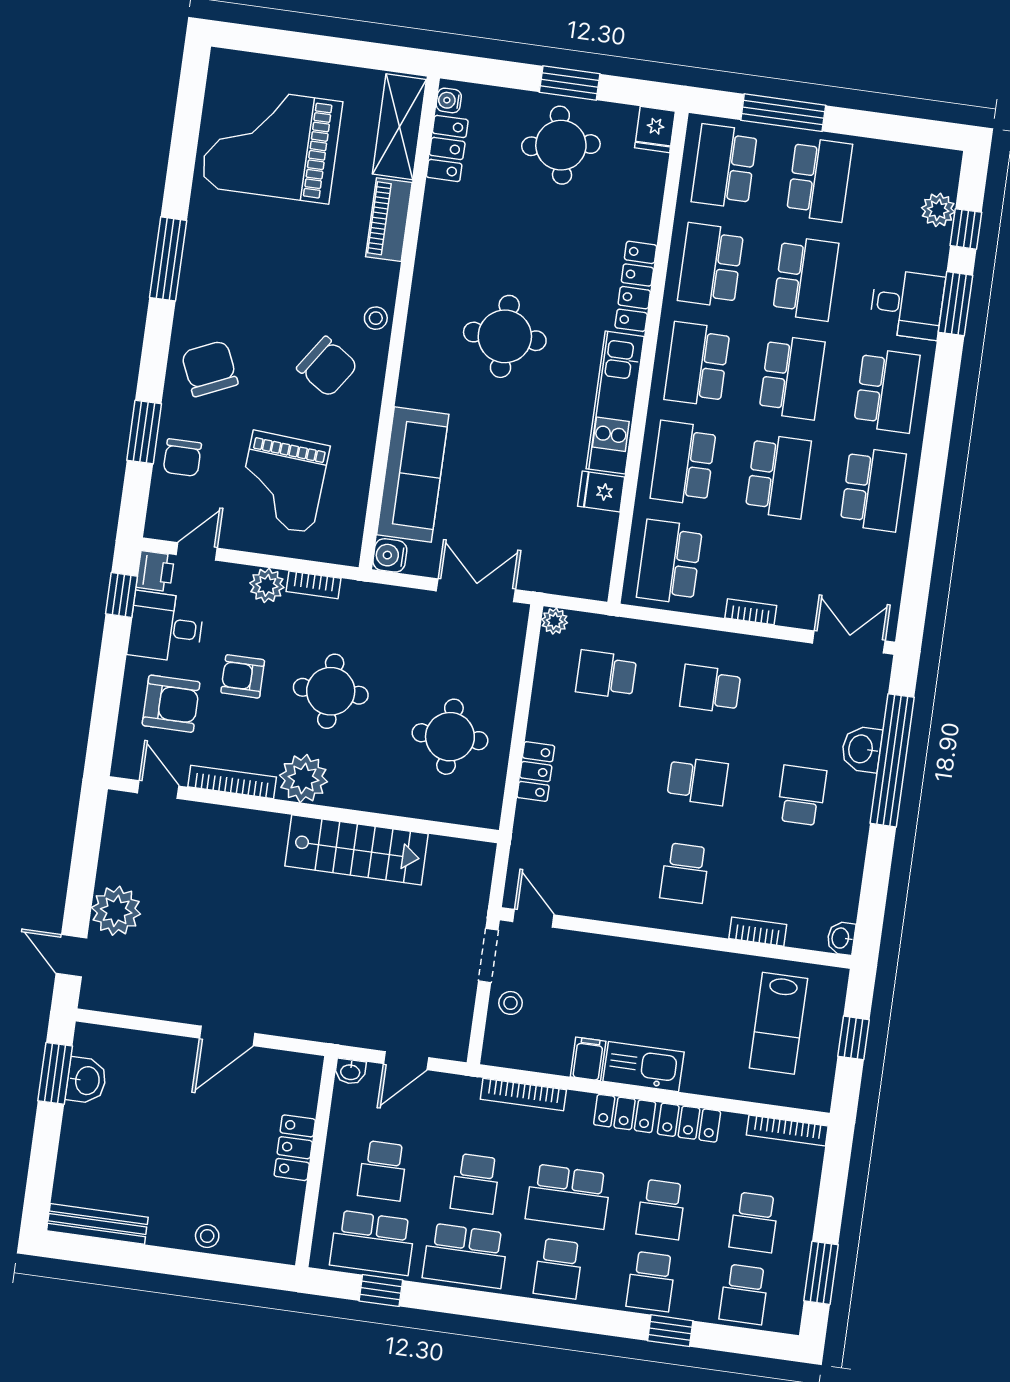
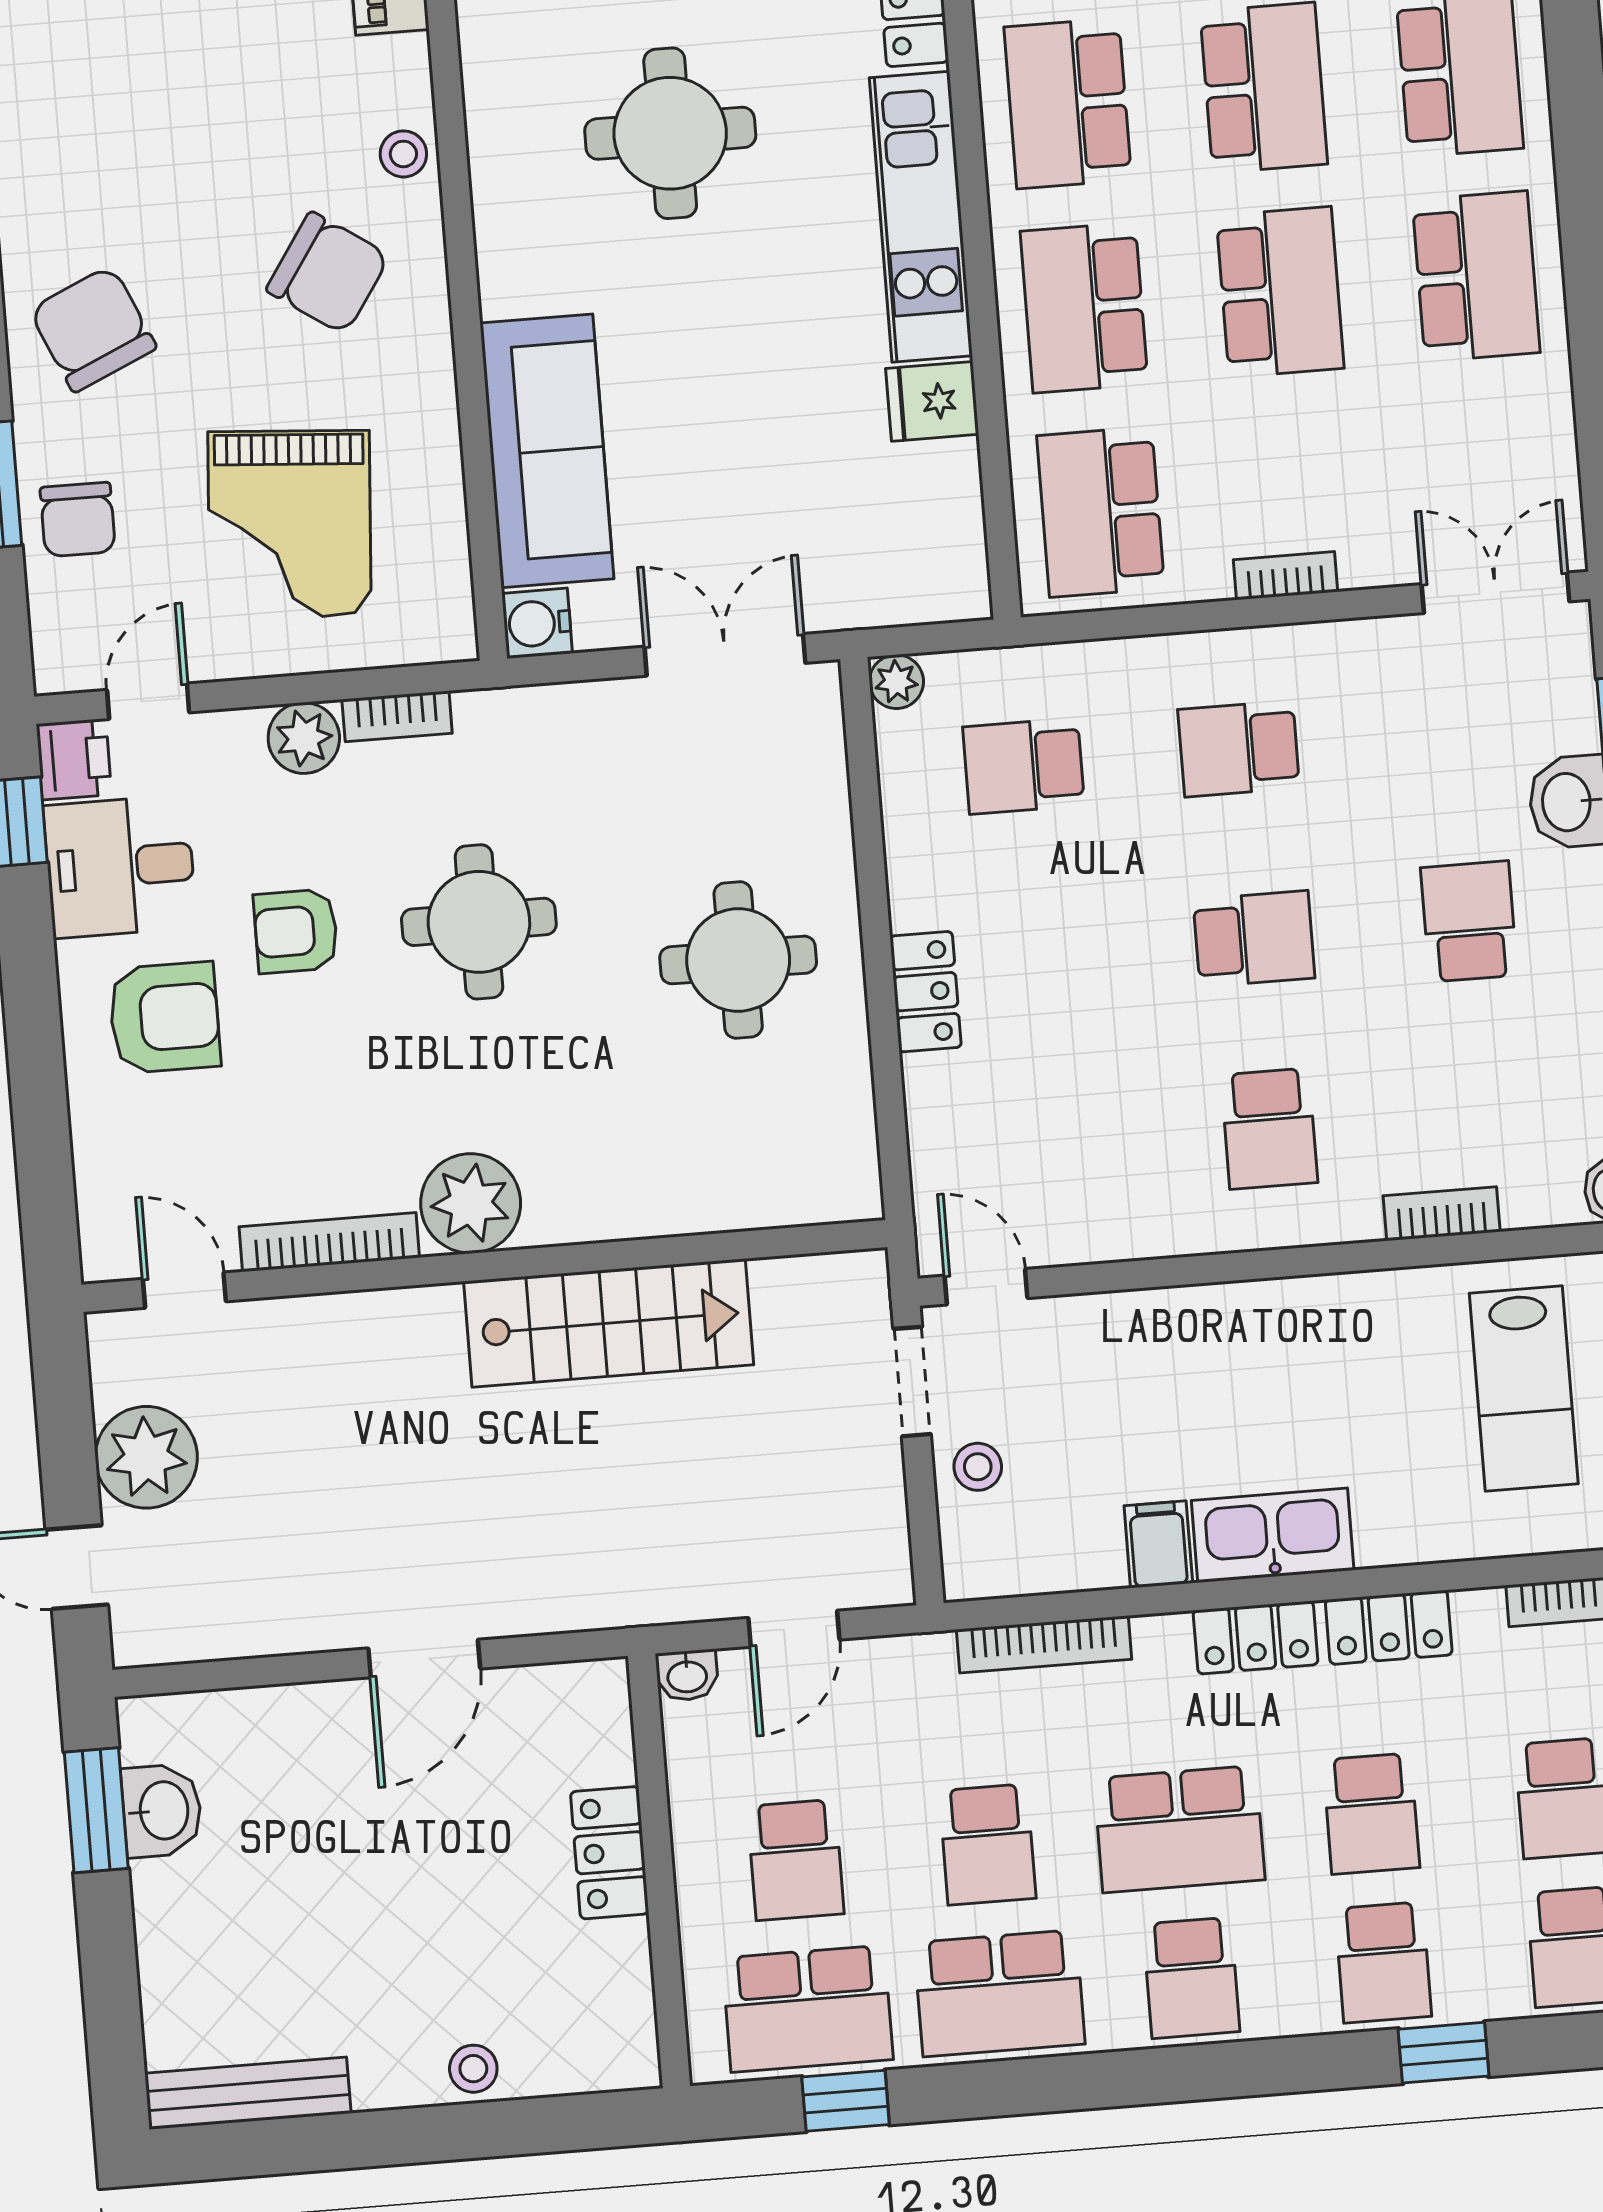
plant: (303, 778) -> (471, 1203), moved
bookcase: (232, 782) -> (329, 1242), moved
door: (158, 790) -> (184, 1290), moved
wall: (303, 810) -> (484, 1266), moved
stairs: (357, 850) -> (609, 1323), moved

